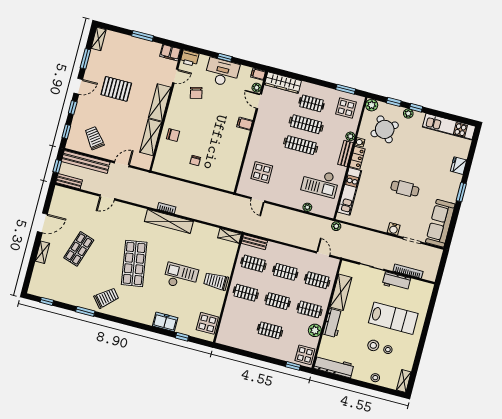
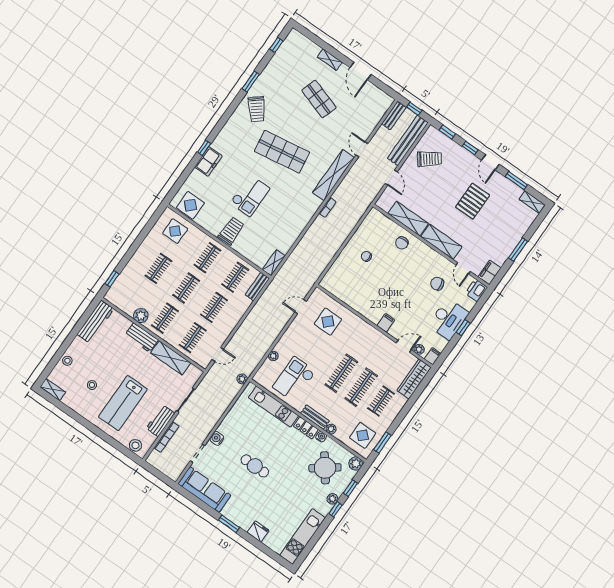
cafe table: (405, 189) -> (255, 466), turned 90
shelving: (169, 221) -> (333, 175), moved
window: (182, 337) -> (204, 148), moved
stool: (373, 345) -> (135, 445), moved
display table: (305, 355) -> (175, 231), moved

